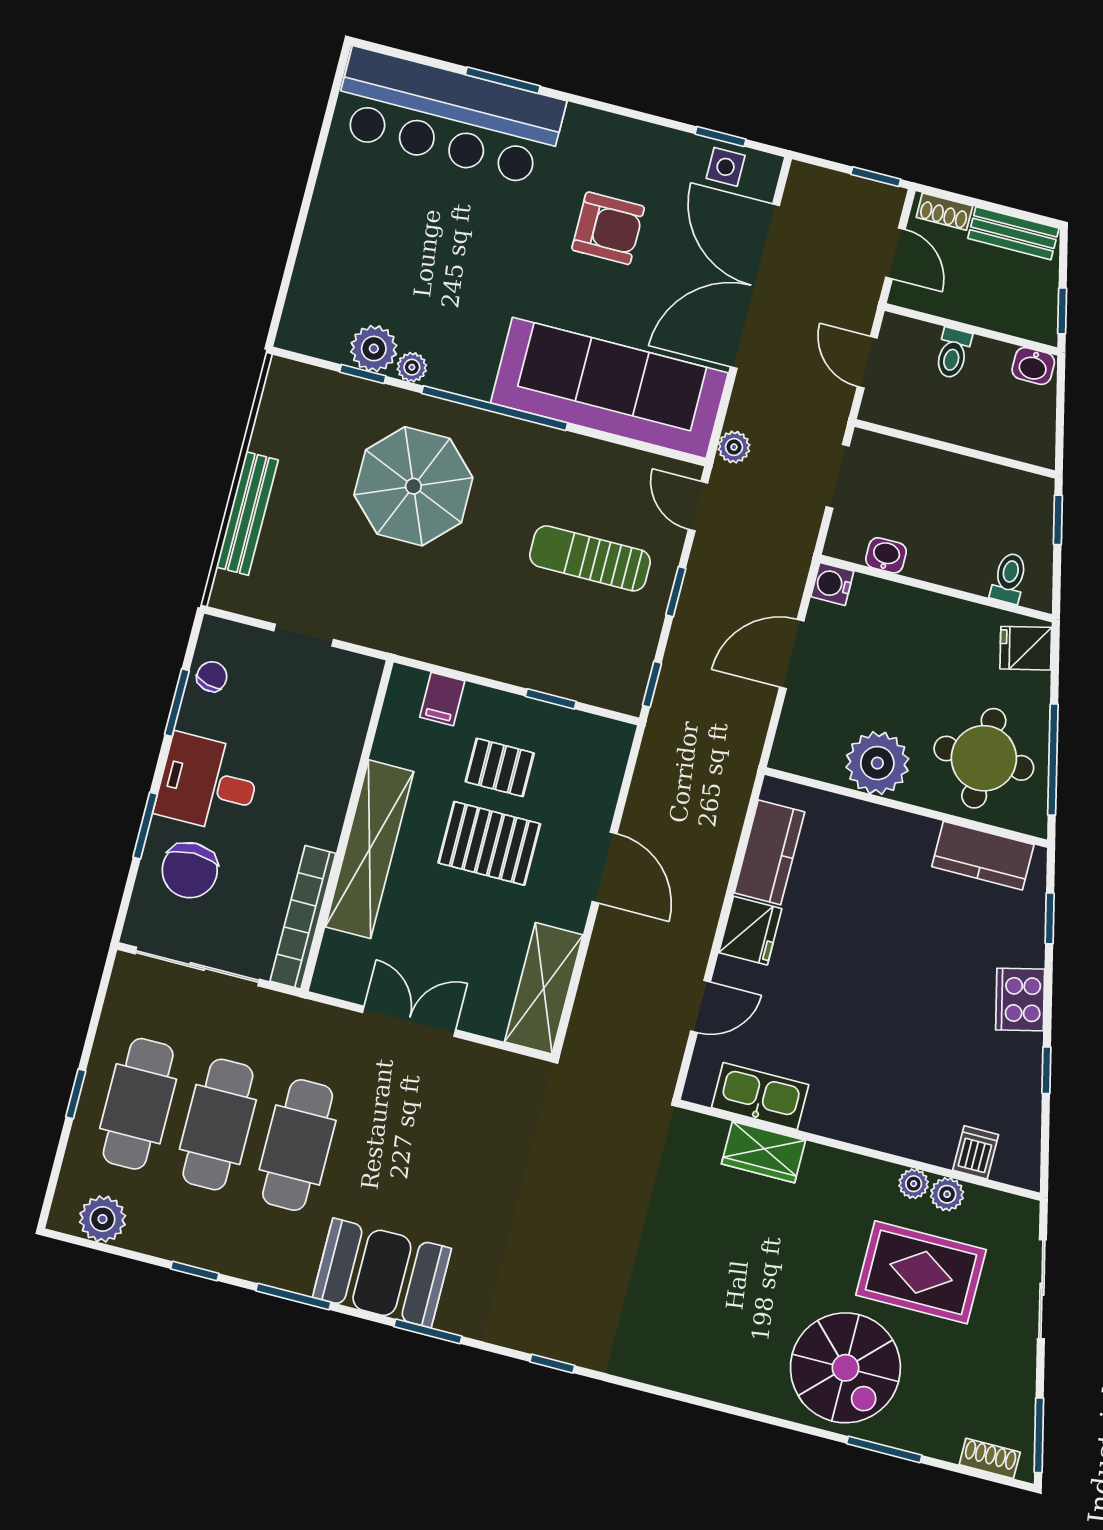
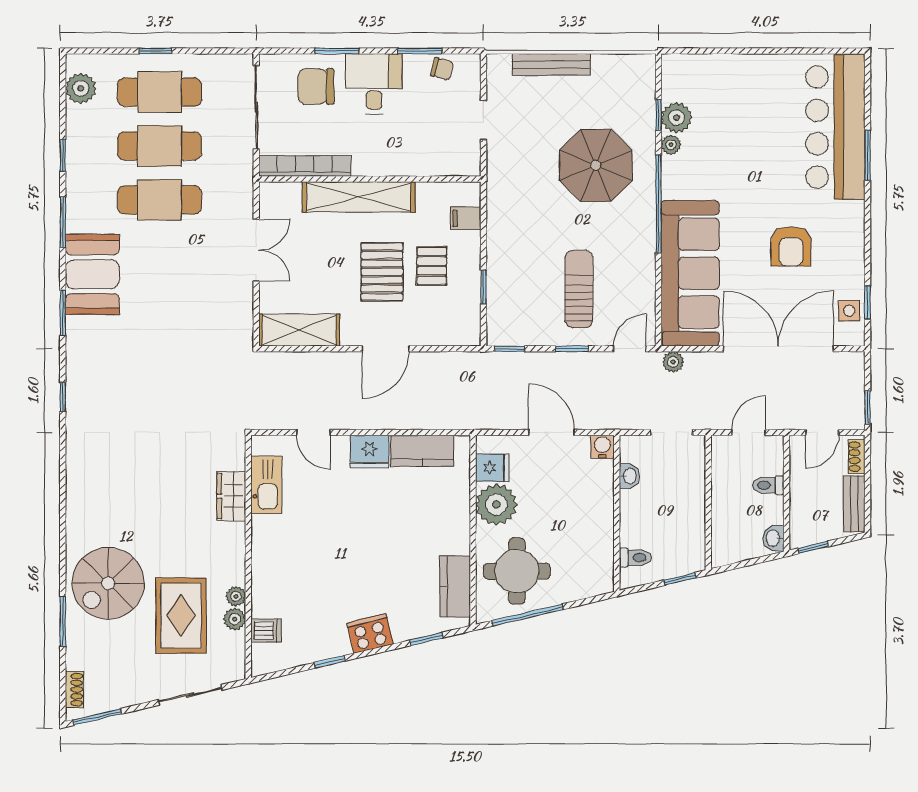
fridge: (1026, 648) -> (492, 468), moved, turned 103

